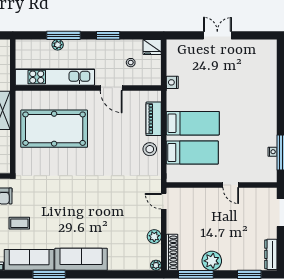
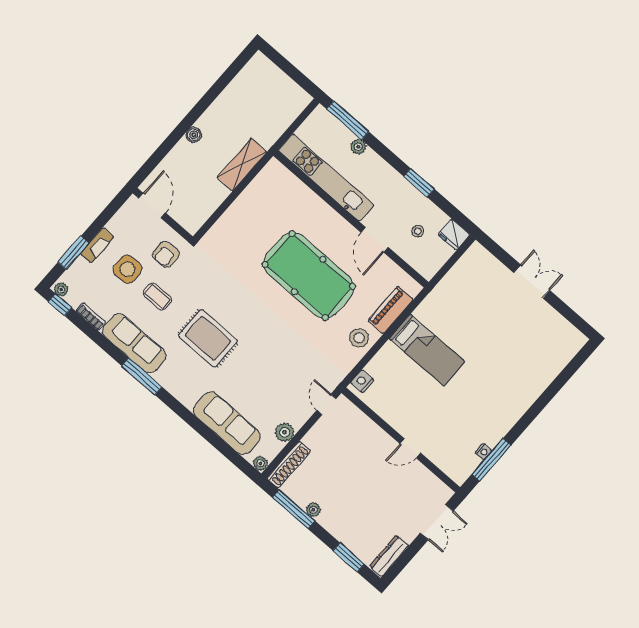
window: (64, 35) -> (348, 120), moved
nightstand: (172, 82) -> (362, 381), moved
pool table: (54, 129) -> (309, 275), moved
bed: (192, 152) -> (400, 380), removed
door: (231, 185) -> (410, 448), hinge flipped
rug: (67, 222) -> (208, 338), added
sofa: (81, 259) -> (227, 423), moved
plant: (212, 261) -> (313, 510), width x0.53, depth x0.53

